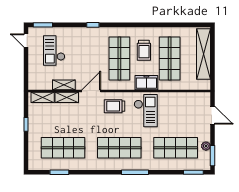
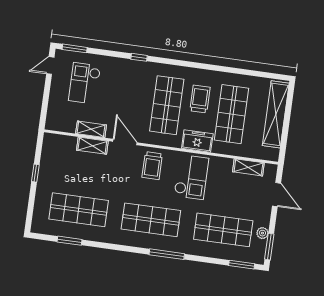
door: (26, 40) -> (50, 65), hinge flipped
trolley: (144, 50) -> (200, 99), turned 180
door: (91, 91) -> (125, 142), hinge flipped
shelving: (43, 97) -> (248, 167), moved
trolley: (115, 106) -> (152, 166), turned -90

